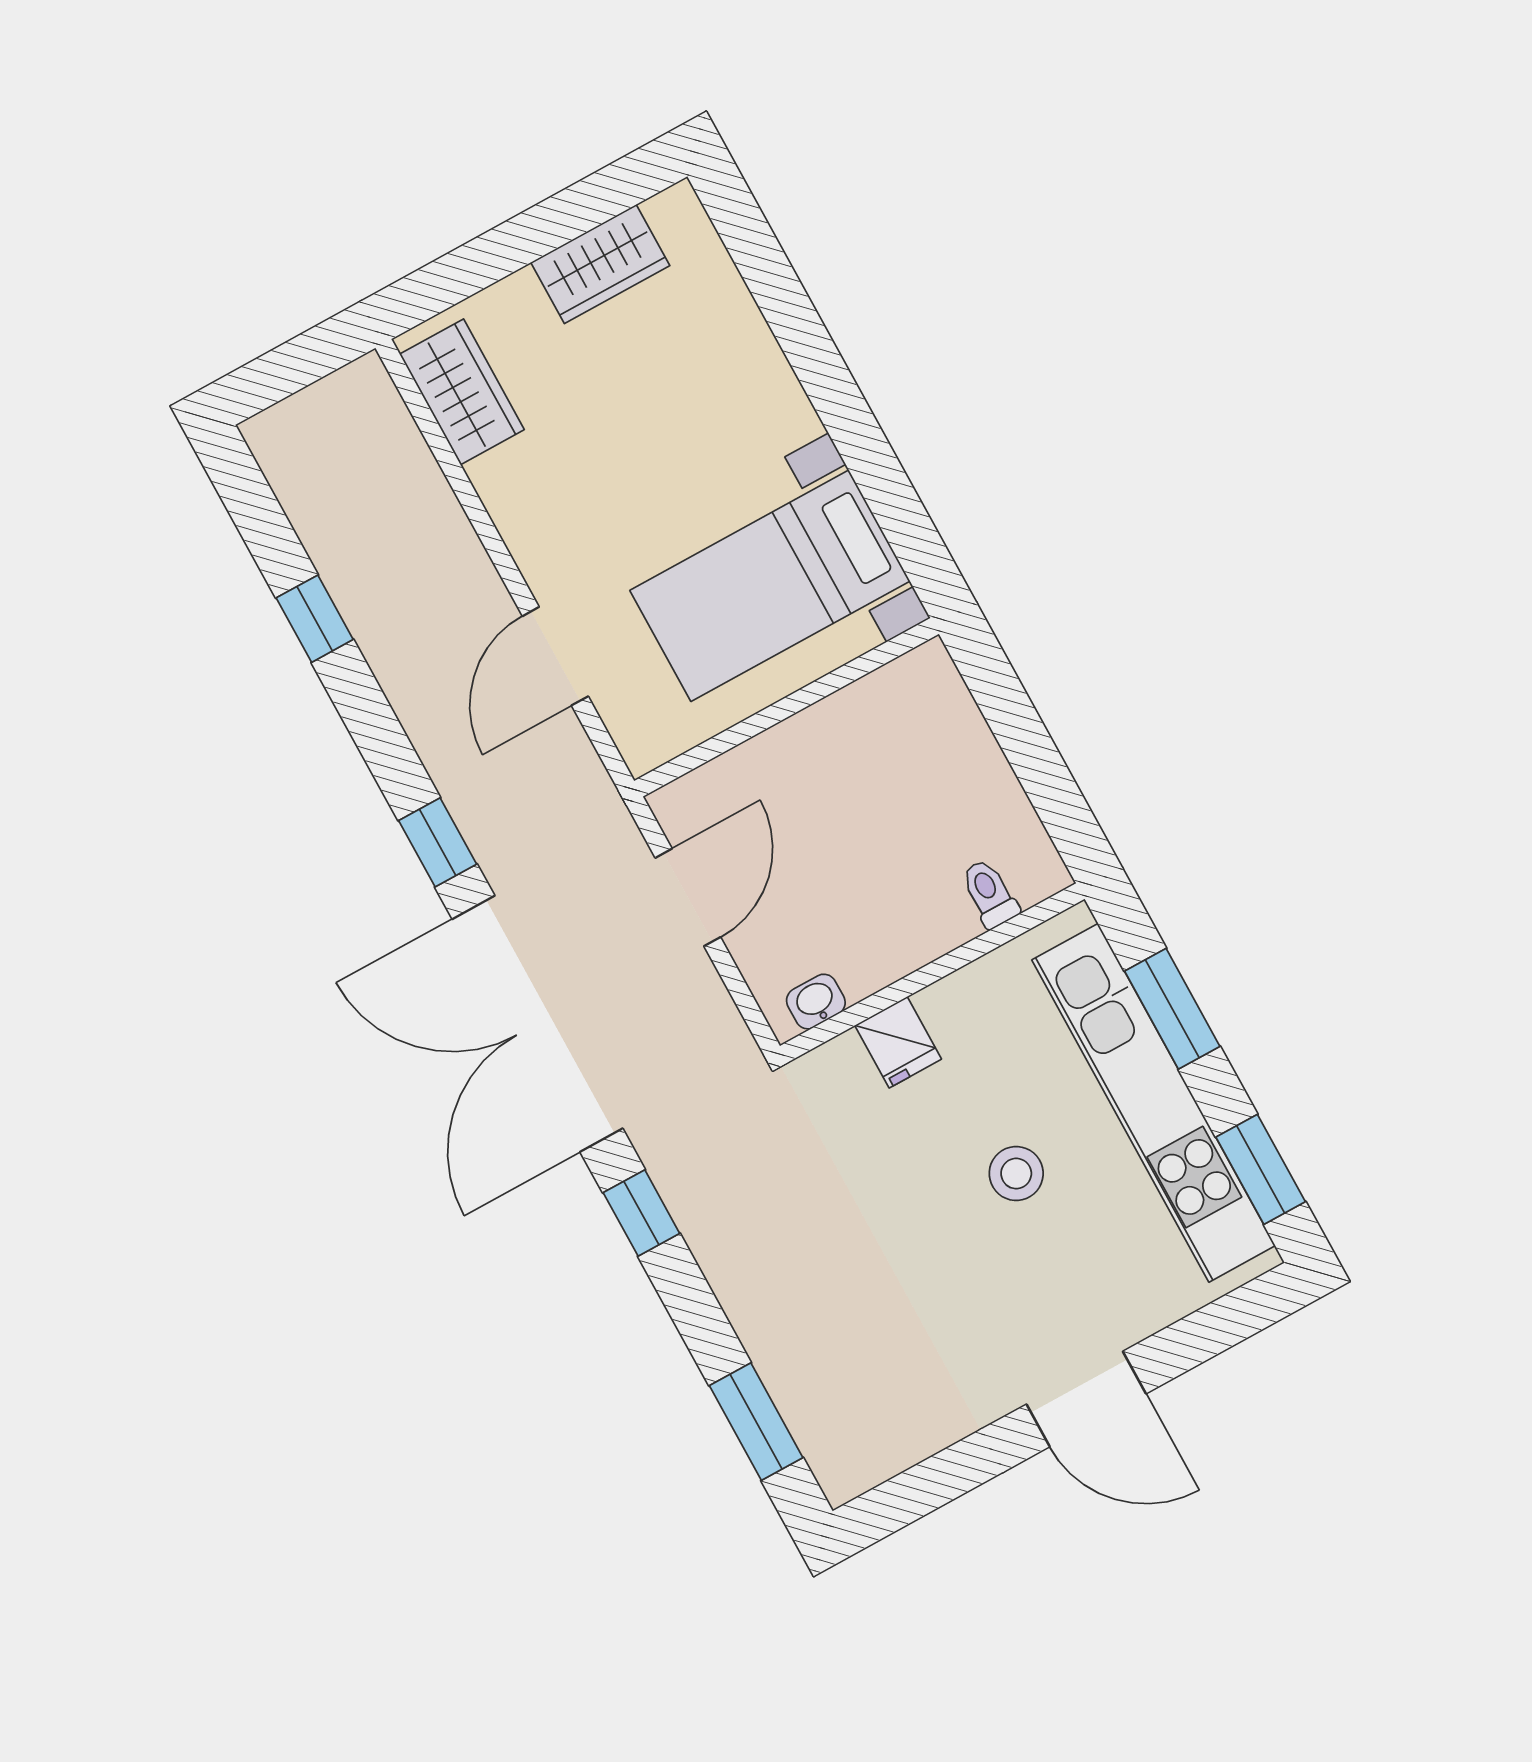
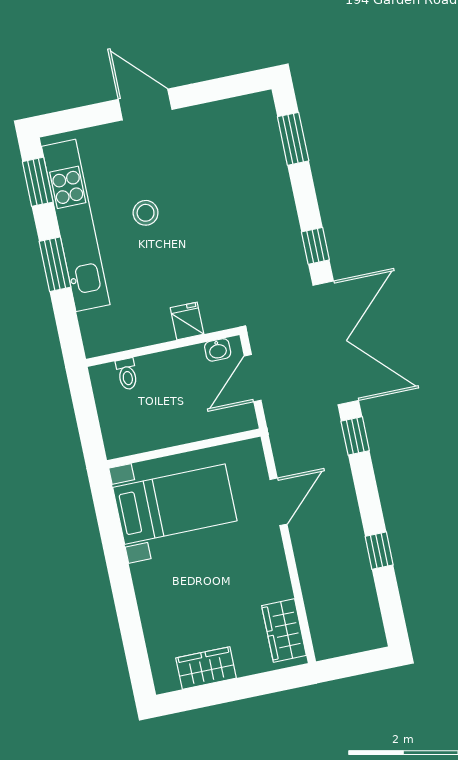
toilet: (990, 893) -> (127, 374), moved
wall: (932, 972) -> (163, 347), moved
washbasin: (816, 1002) -> (218, 350), moved
fridge: (898, 1042) -> (187, 321), moved

